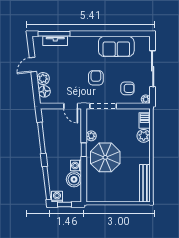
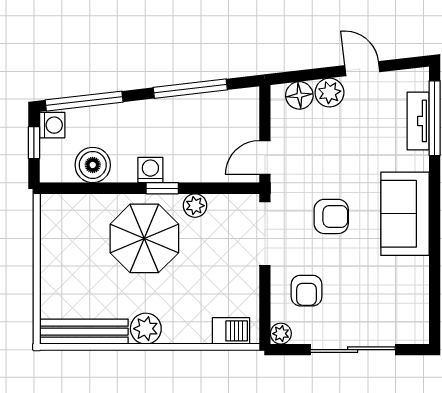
sofa: (116, 46) -> (405, 214), moved
plant: (144, 136) -> (146, 329), moved
washing machine: (76, 166) -> (150, 170), moved

